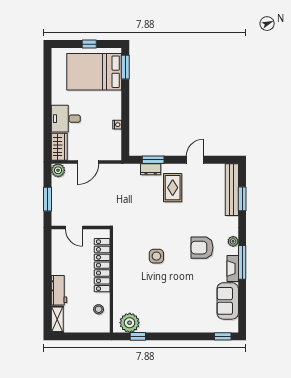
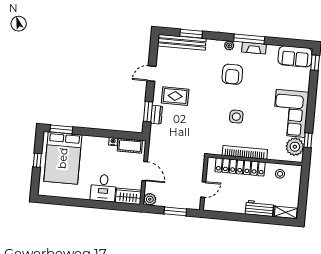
cot: (114, 143) -> (130, 146), added
door: (195, 160) -> (151, 74), hinge flipped
bookcase: (118, 269) -> (245, 152), added
sofa: (228, 301) -> (295, 56), moved
corner sofa: (165, 315) -> (291, 113), added

